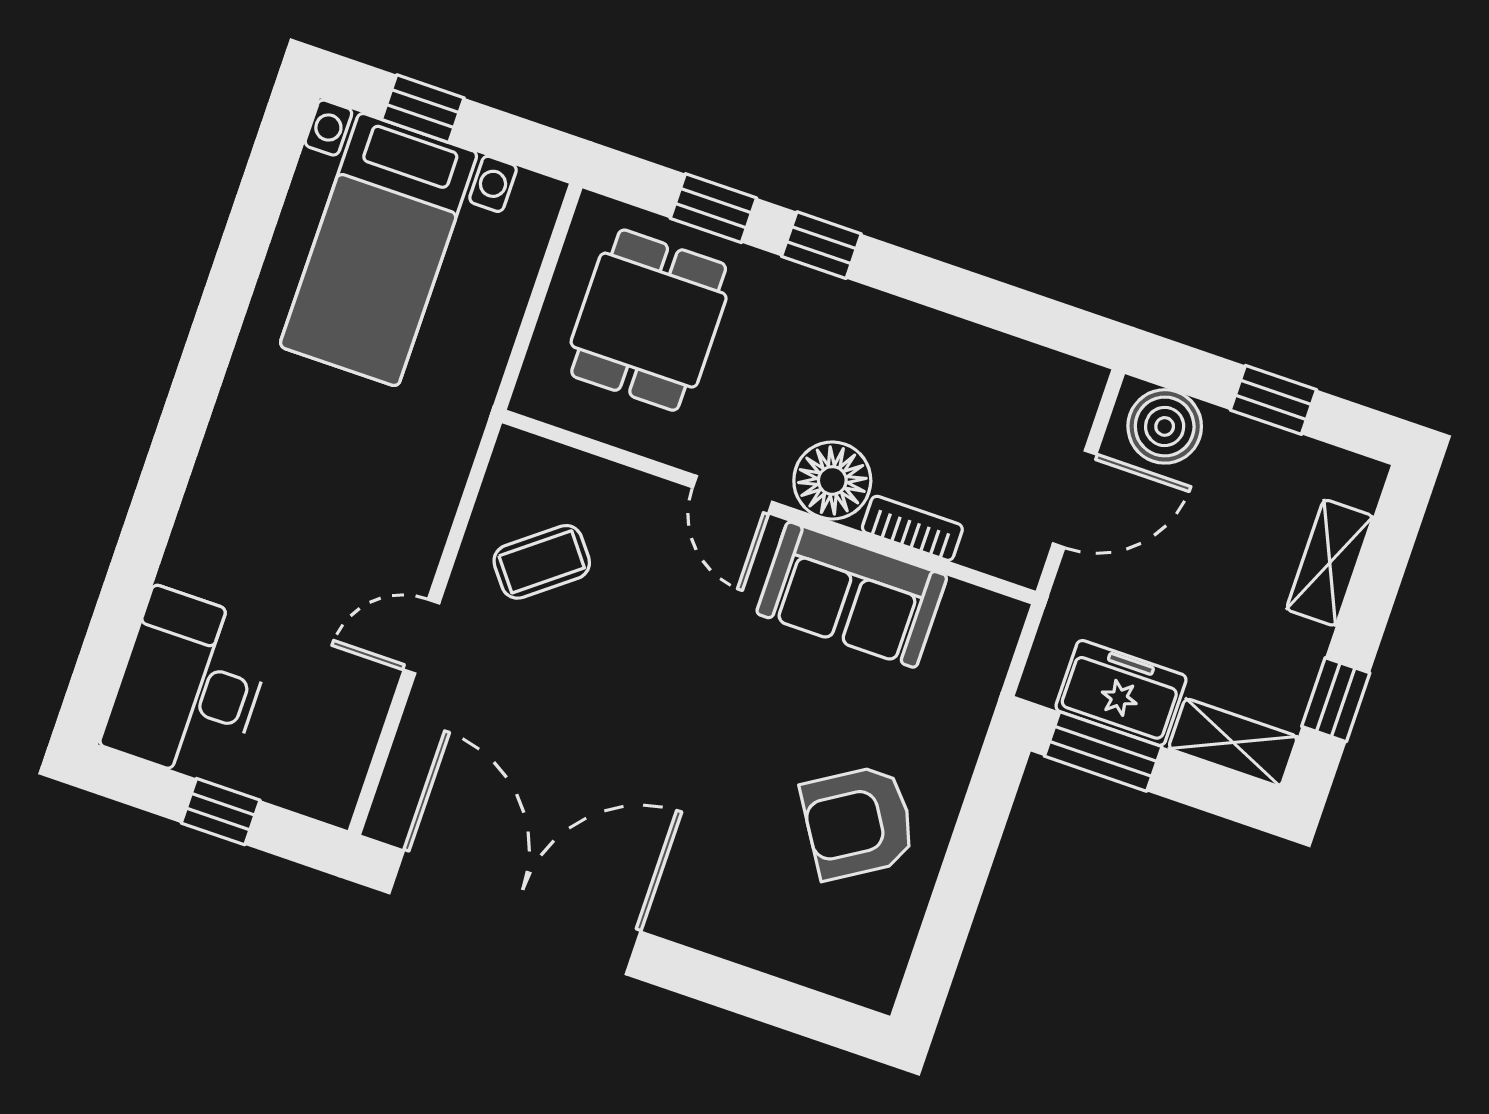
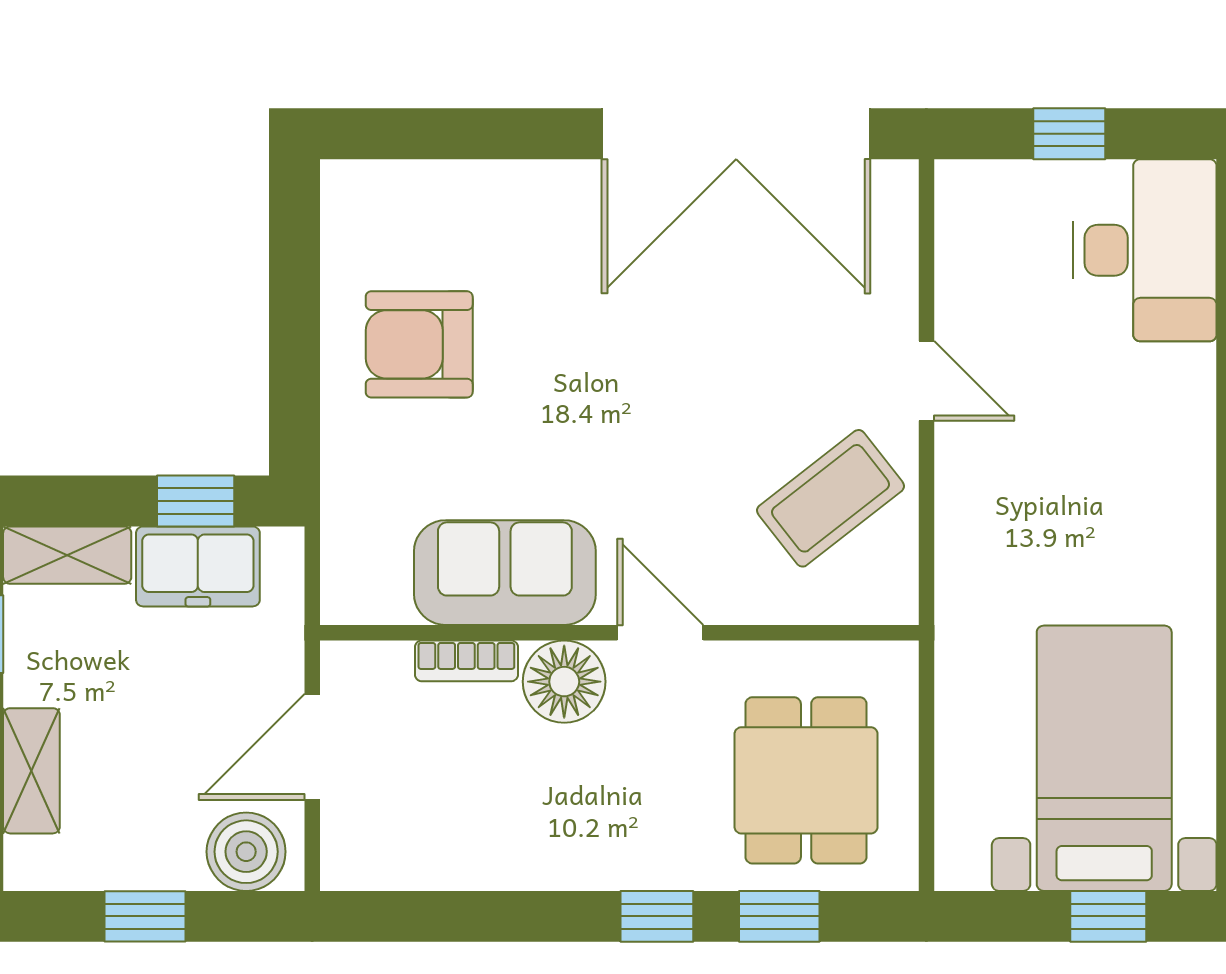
coffee table: (542, 562) -> (830, 498), width x1.36, depth x1.30
door: (421, 637) -> (926, 381), hinge flipped
window: (1103, 751) -> (196, 501), width x0.67
armchair: (858, 822) -> (419, 344), turned -148

